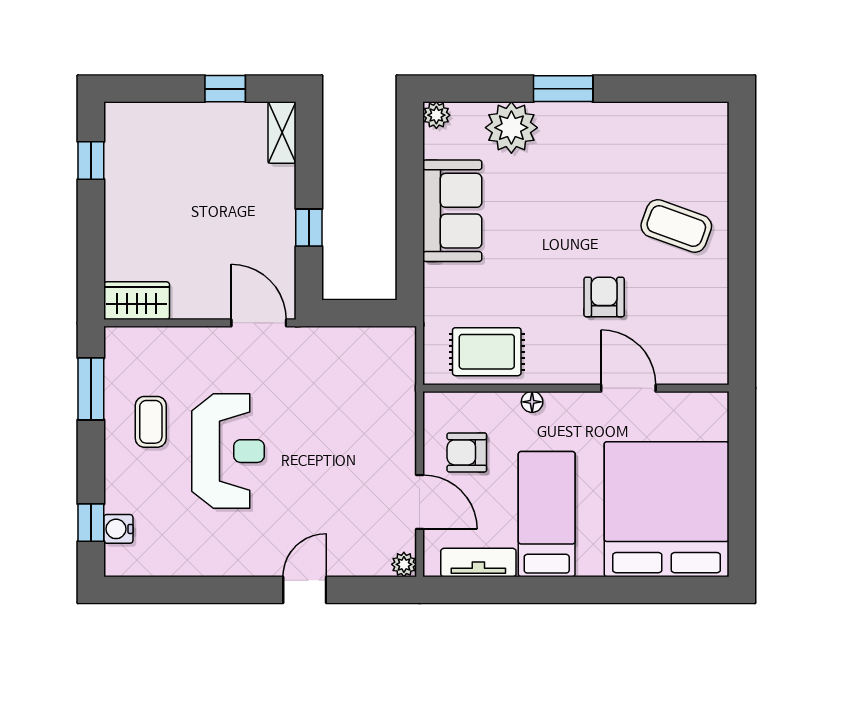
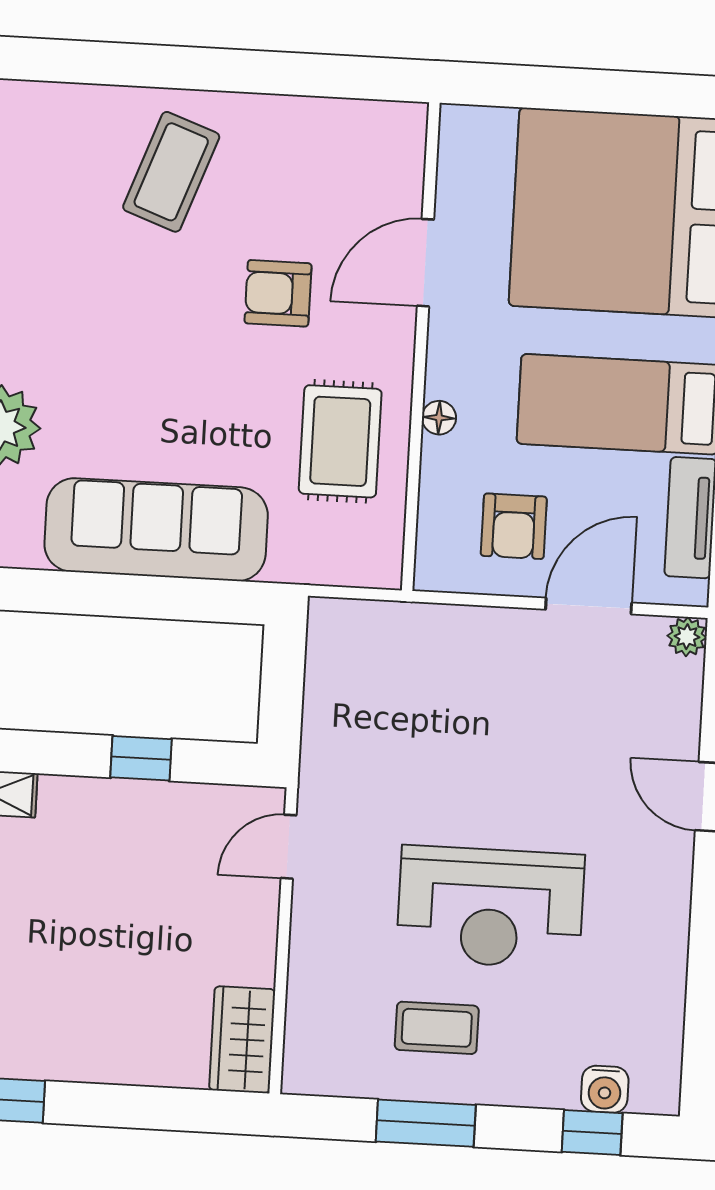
sofa: (452, 211) -> (156, 530), width x1.36
door: (259, 323) -> (289, 847), width x0.73
rug: (487, 352) -> (340, 441), moved
window: (91, 389) -> (426, 1123), moved
reception desk: (228, 451) -> (490, 907), turned 180

